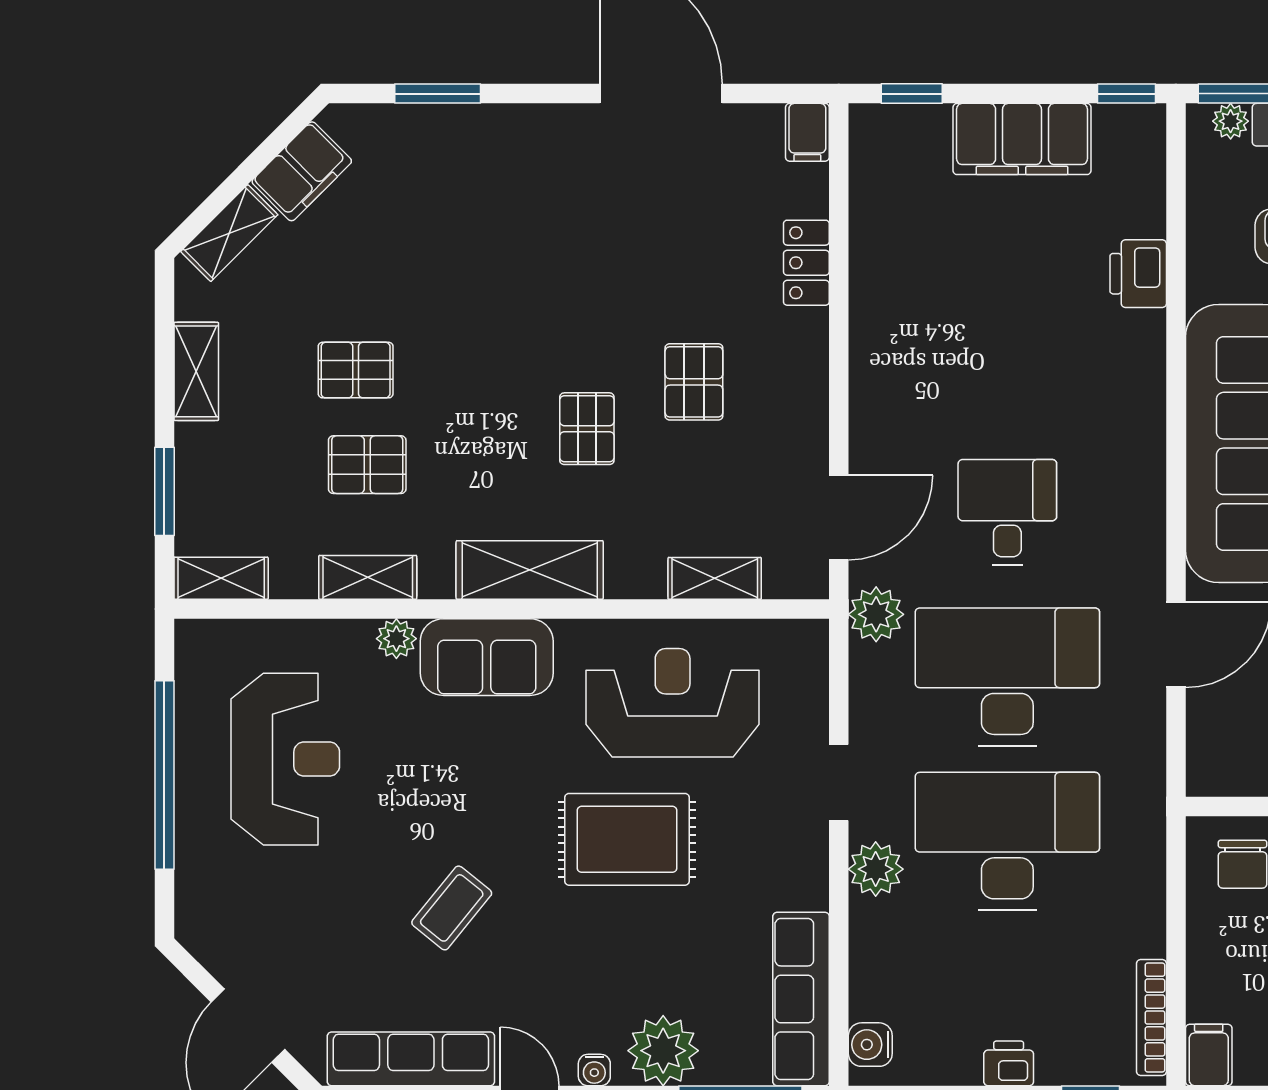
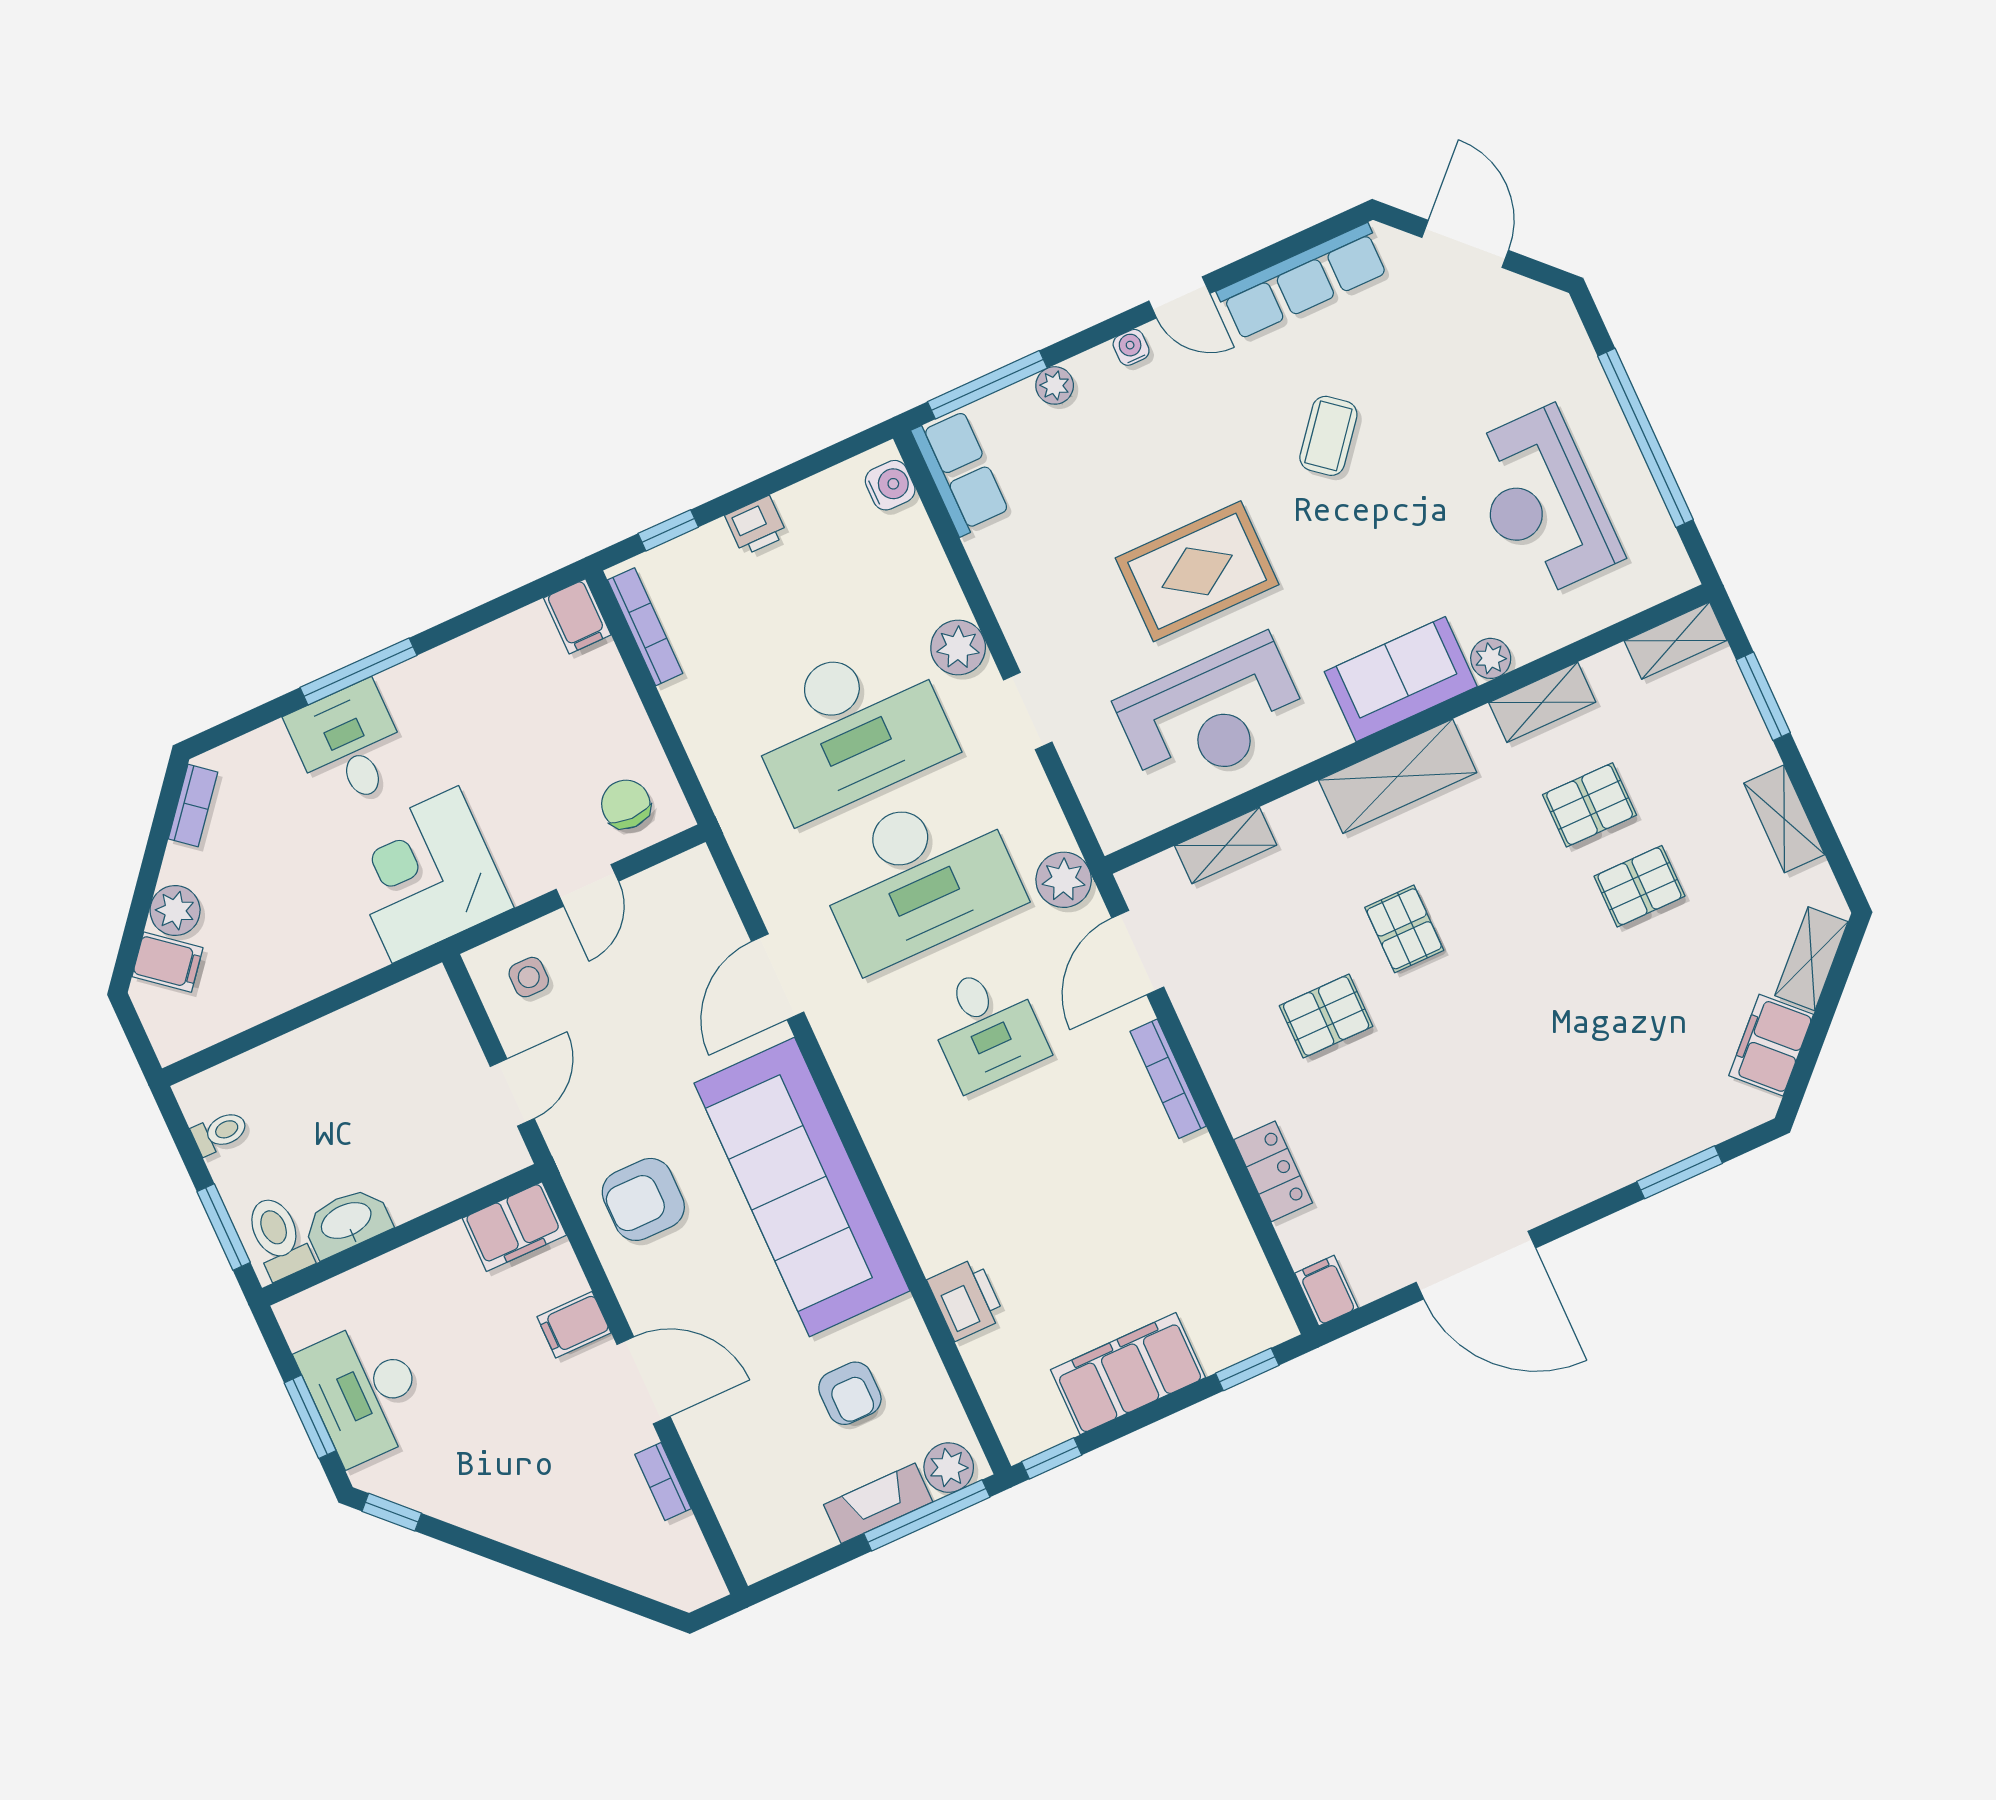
plant: (1231, 121) -> (949, 1468), width x1.38, depth x1.38
pallet: (694, 382) -> (1326, 1016), turned 90
bookcase: (863, 390) -> (1168, 1079), added
row of seats: (801, 999) -> (961, 472), width x0.68
plant: (663, 1051) -> (1055, 385), width x0.53, depth x0.53

